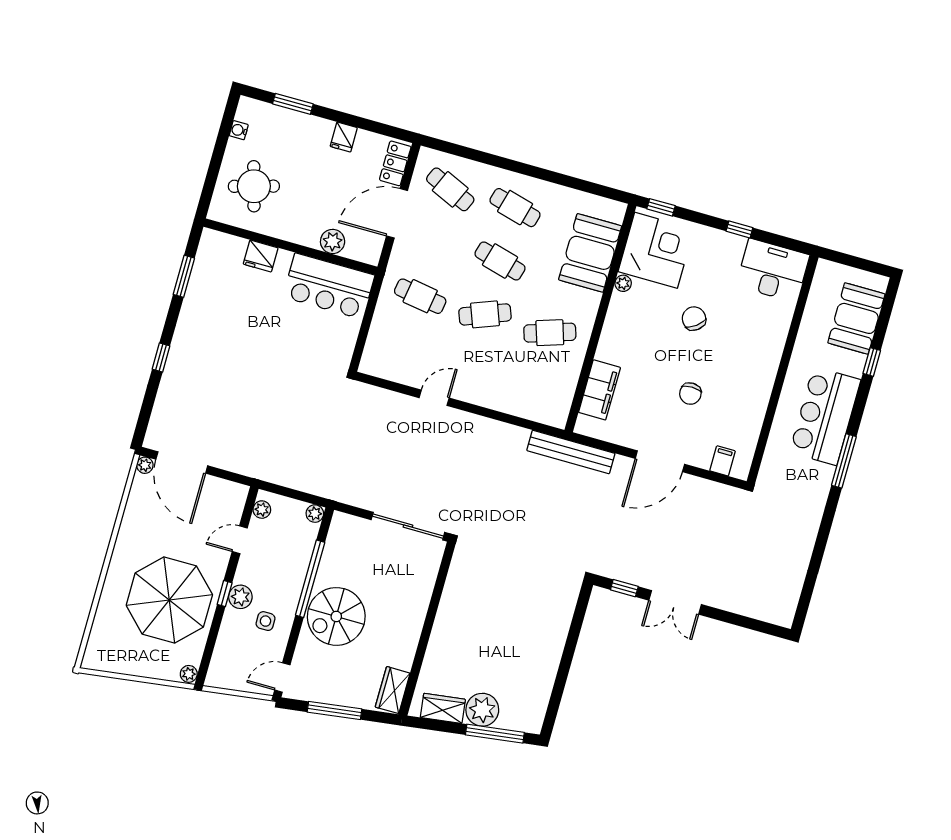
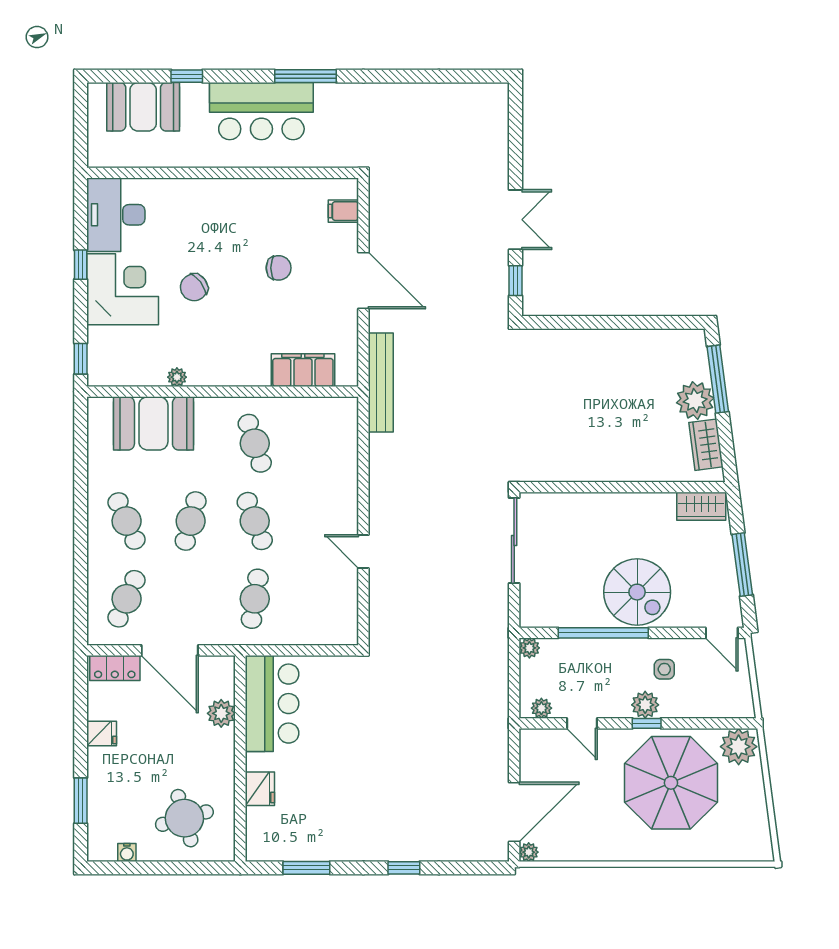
cafe table: (515, 208) -> (127, 521), turned -39
corner desk: (656, 250) -> (123, 289), moved, turned 90
plant: (189, 674) -> (739, 747), width x1.88, depth x1.88

